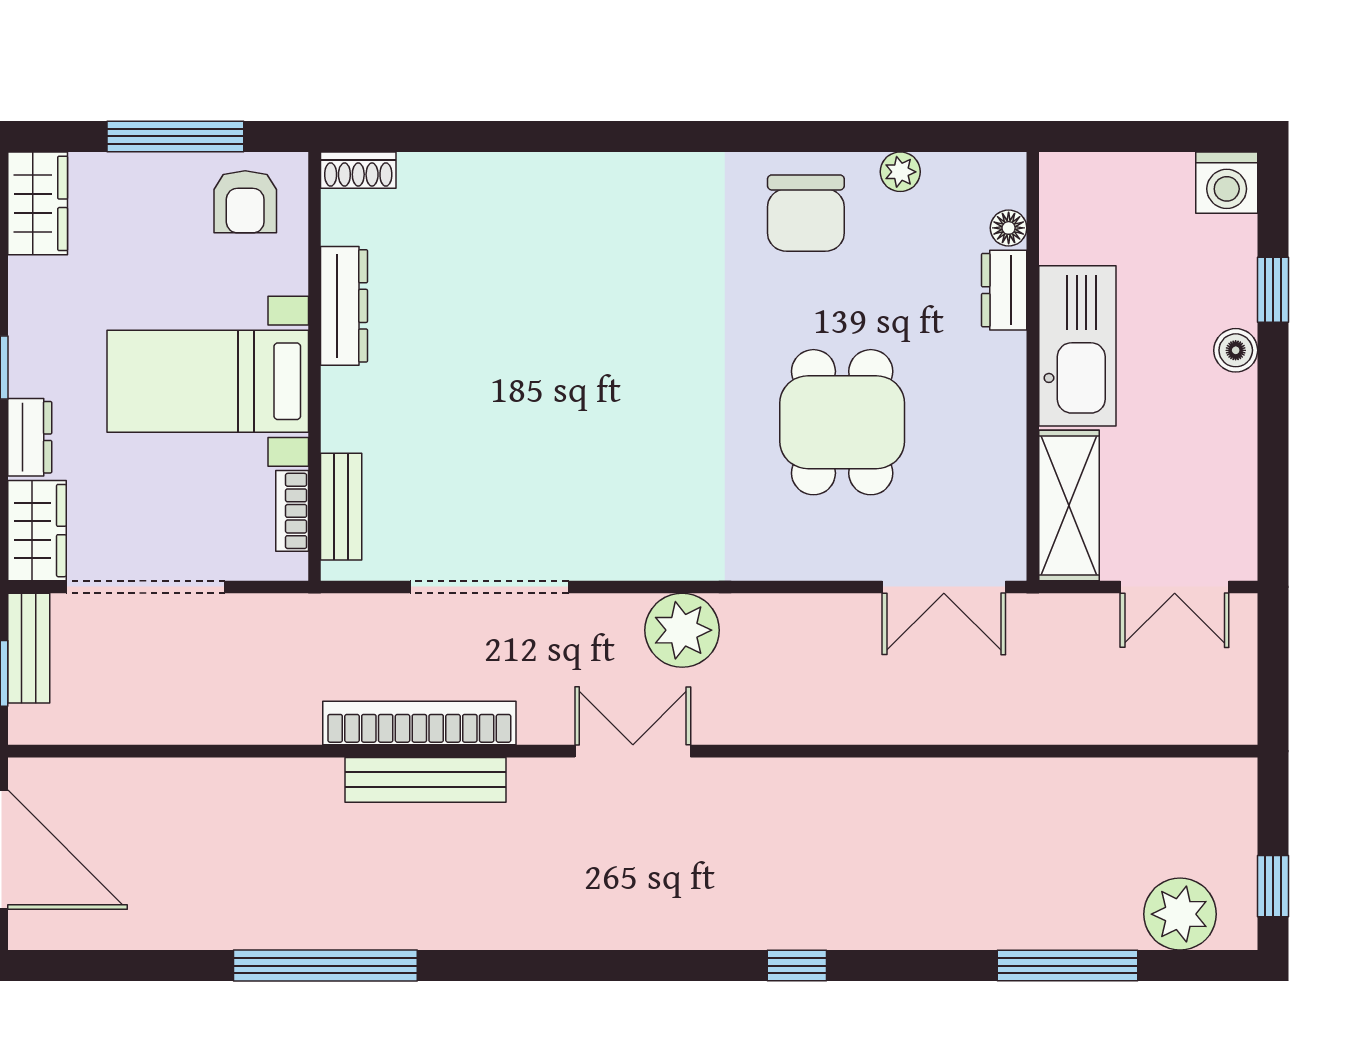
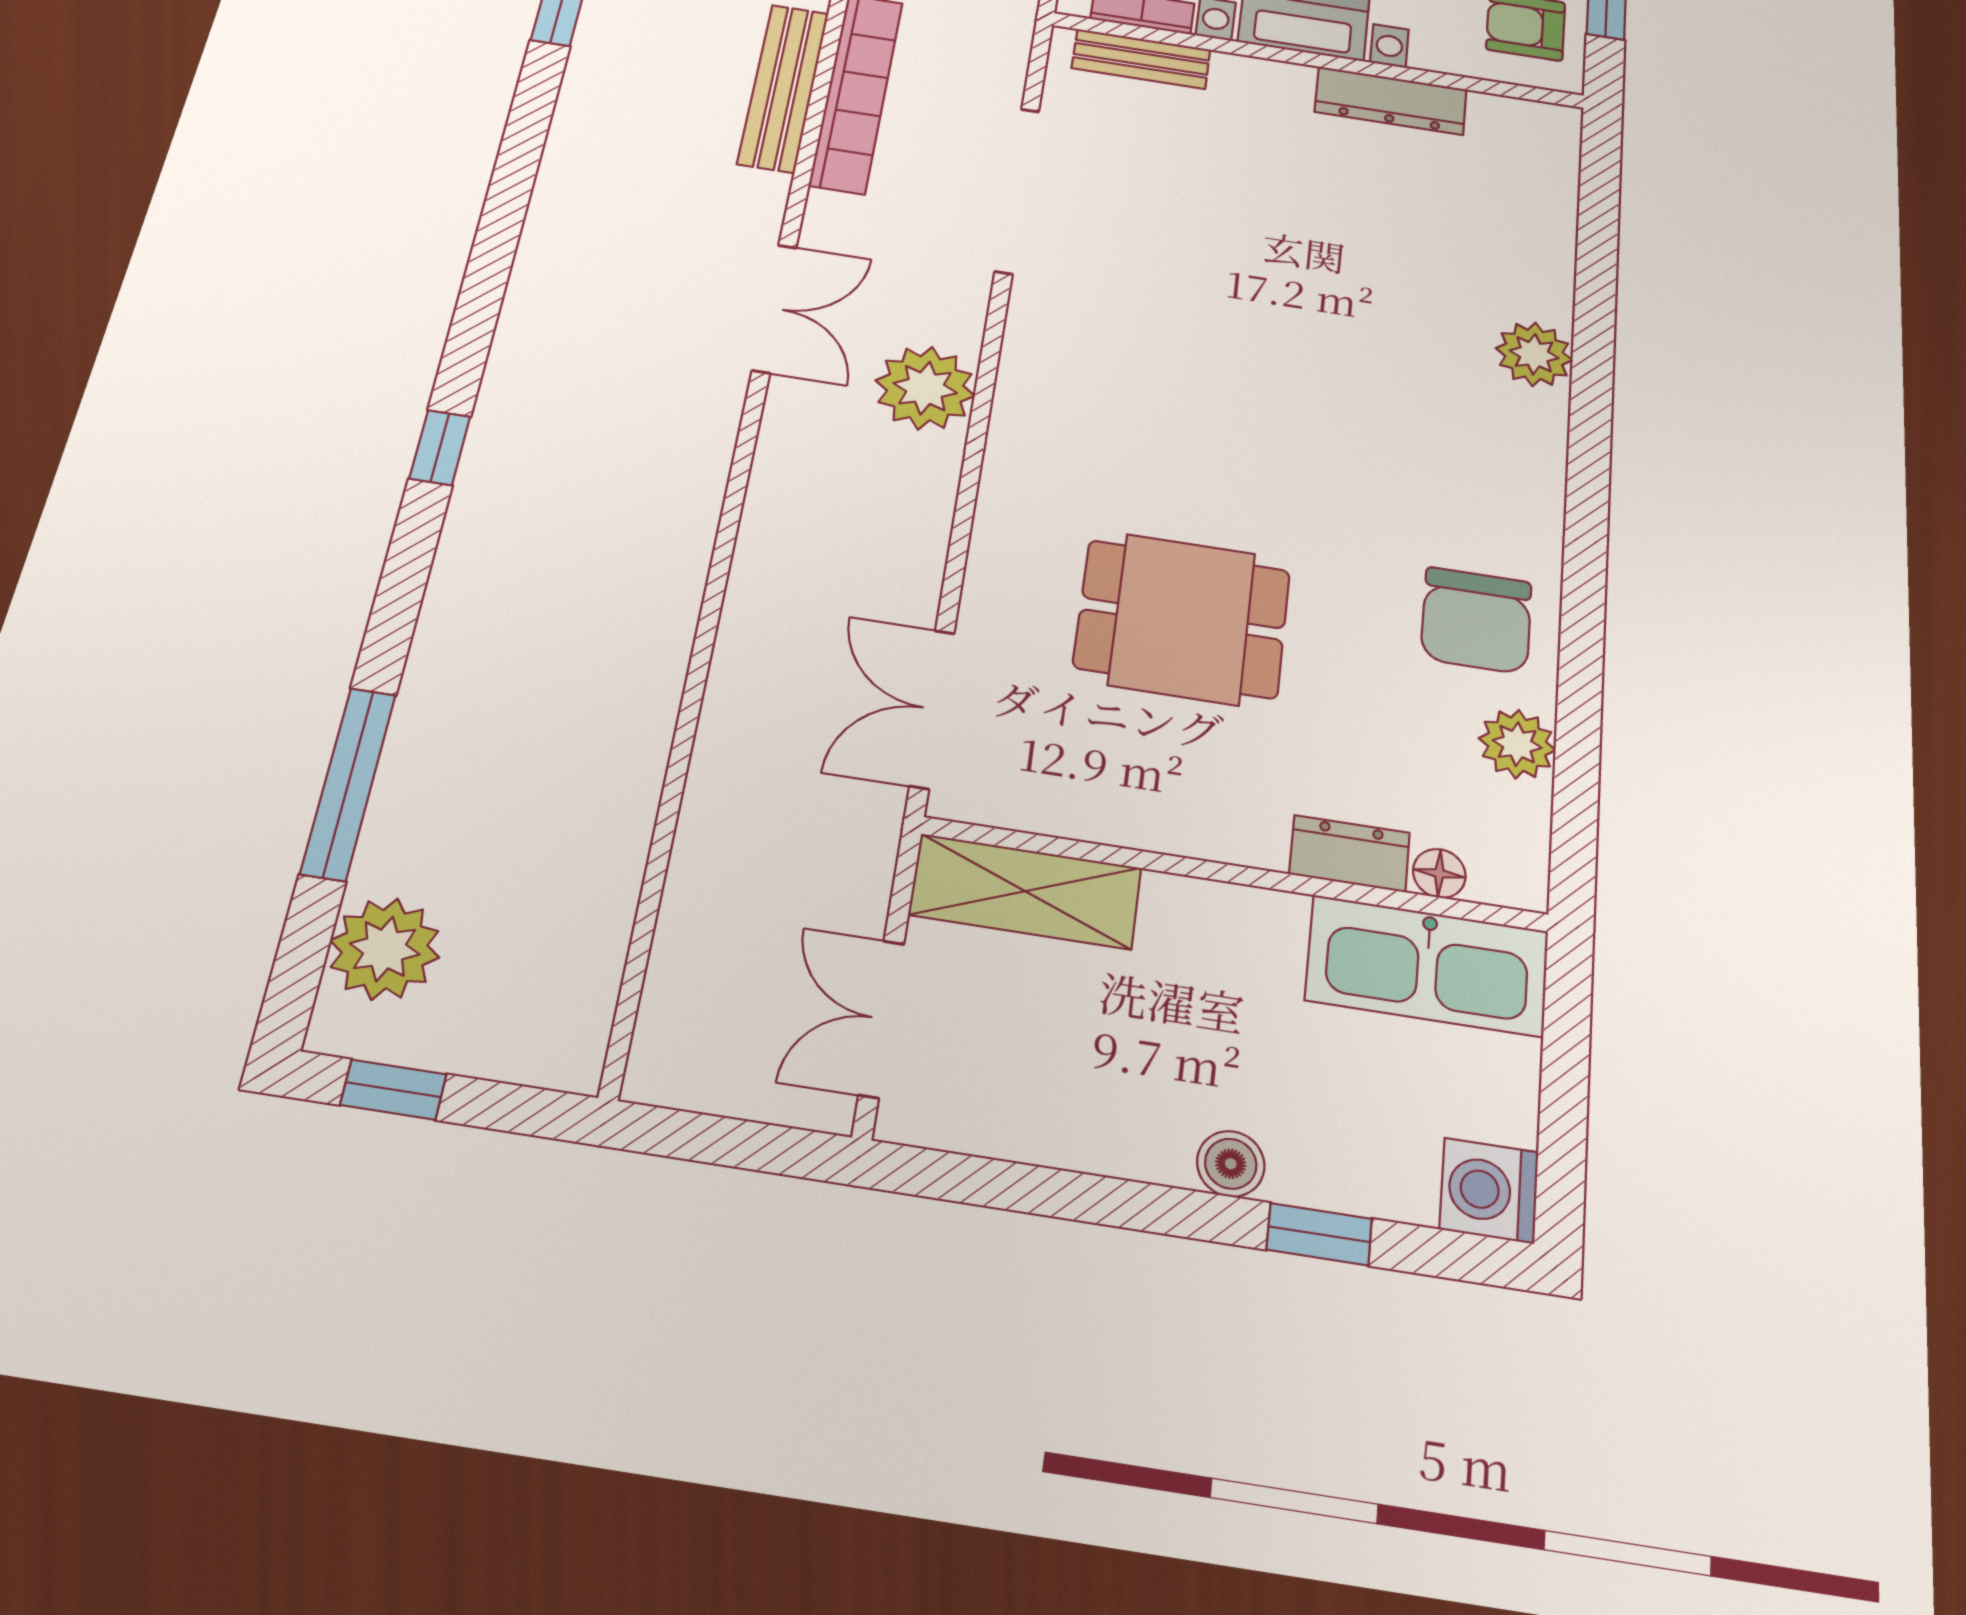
shoe rack: (358, 170) -> (1559, 141), removed
plant: (900, 172) -> (1517, 744), width x1.38, depth x1.38
plant: (567, 181) -> (1534, 354), added
chair: (806, 213) -> (1476, 620), turned -90
kitchen sink: (1077, 346) -> (1427, 966), moved

